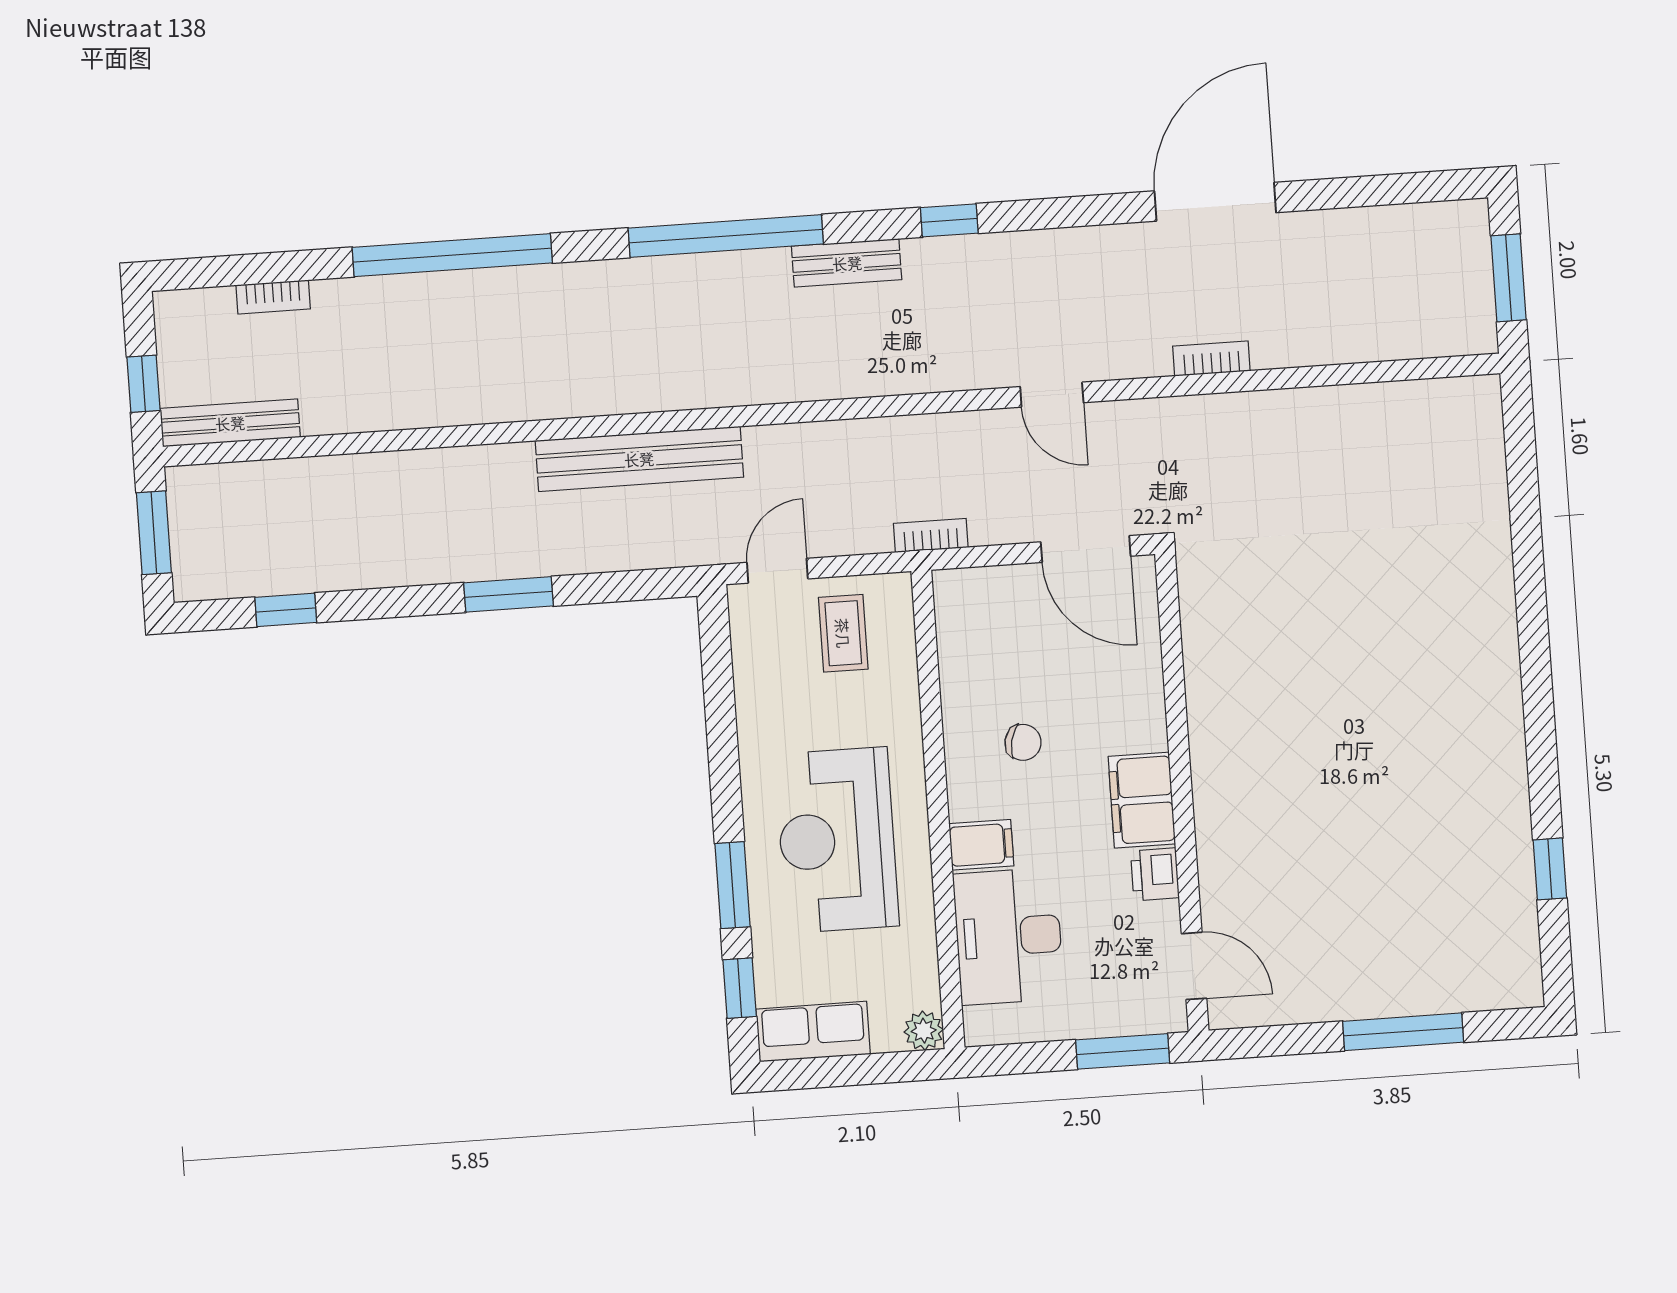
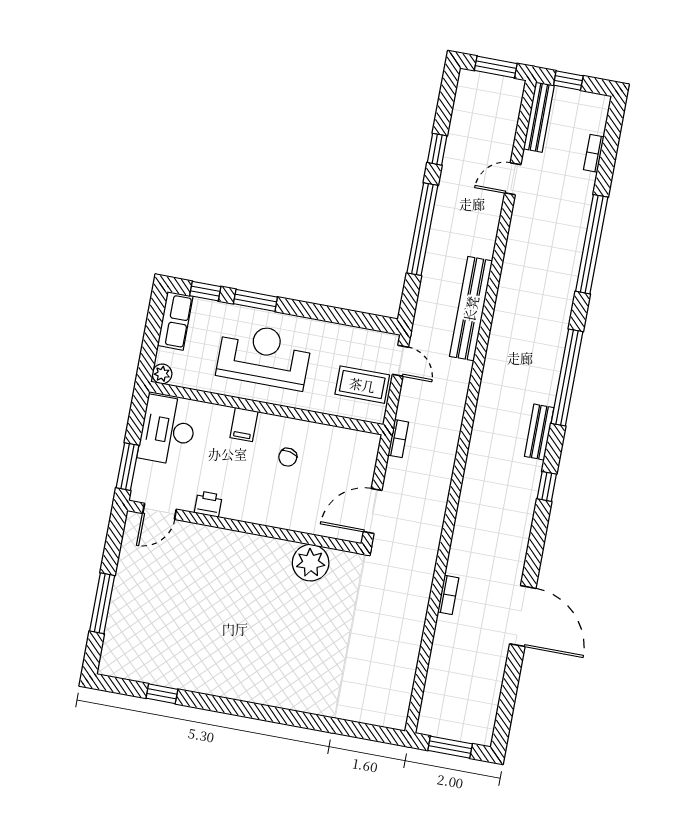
door: (1052, 395) -> (513, 179), moved
window: (508, 594) -> (422, 229), width x2.11
window: (286, 610) -> (437, 149), moved
coffee table: (843, 633) -> (362, 385), width x1.36, depth x1.30
plant: (1218, 644) -> (311, 563), added
filing cabinet: (1142, 800) -> (245, 507), removed
desk: (1009, 936) -> (168, 430), moved, turned -90

